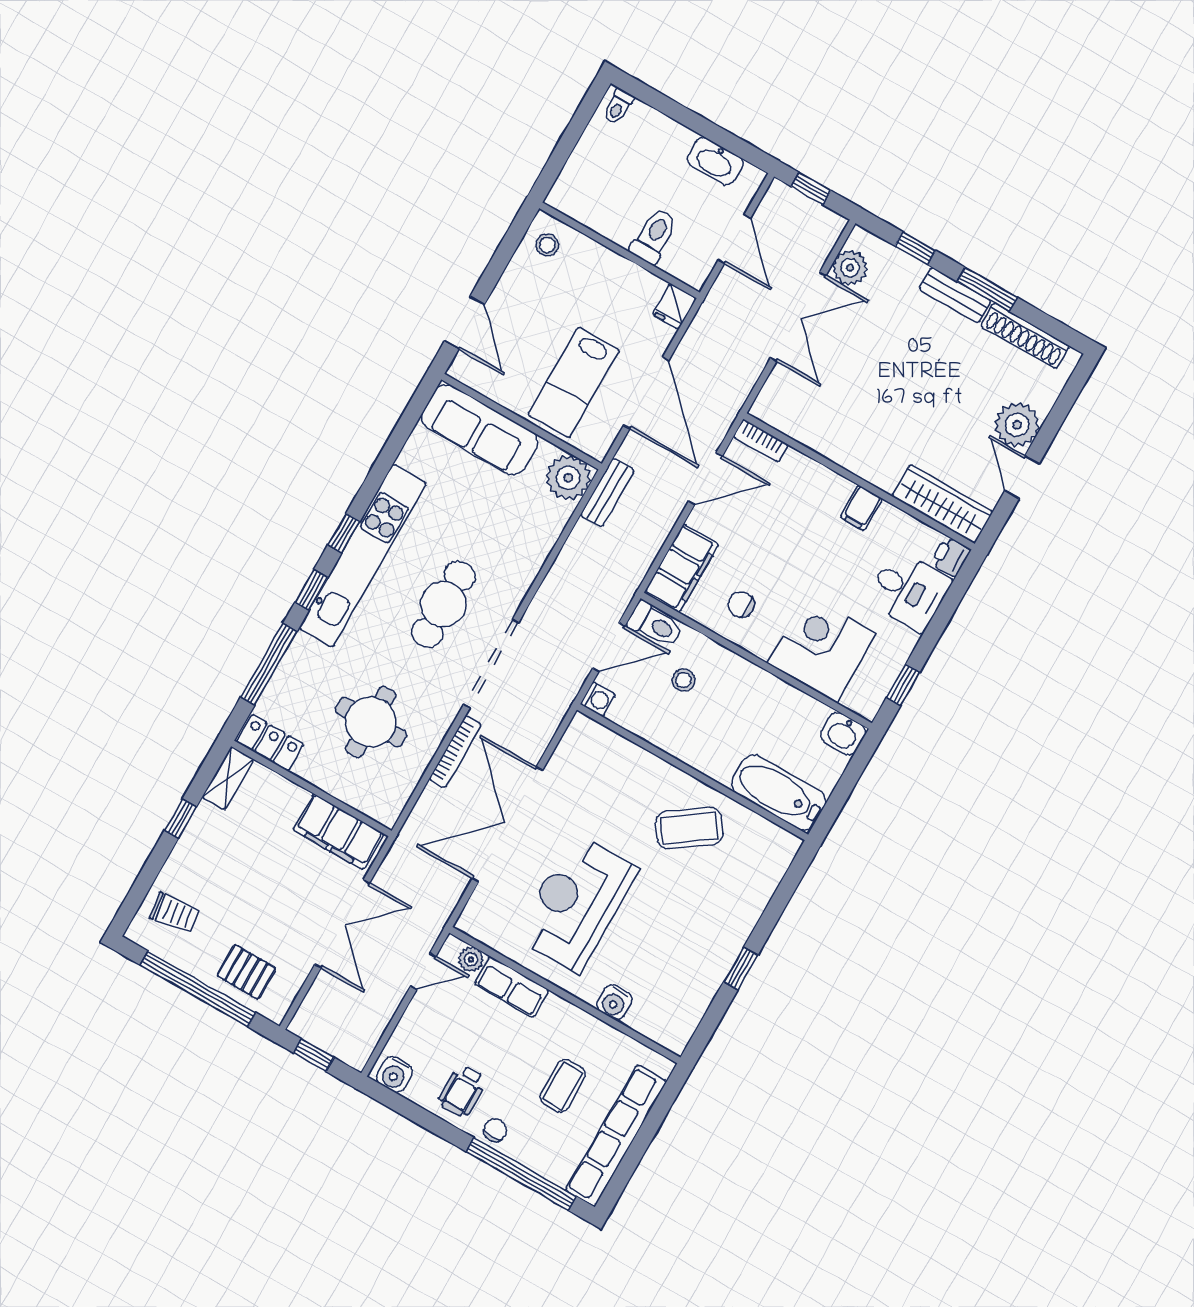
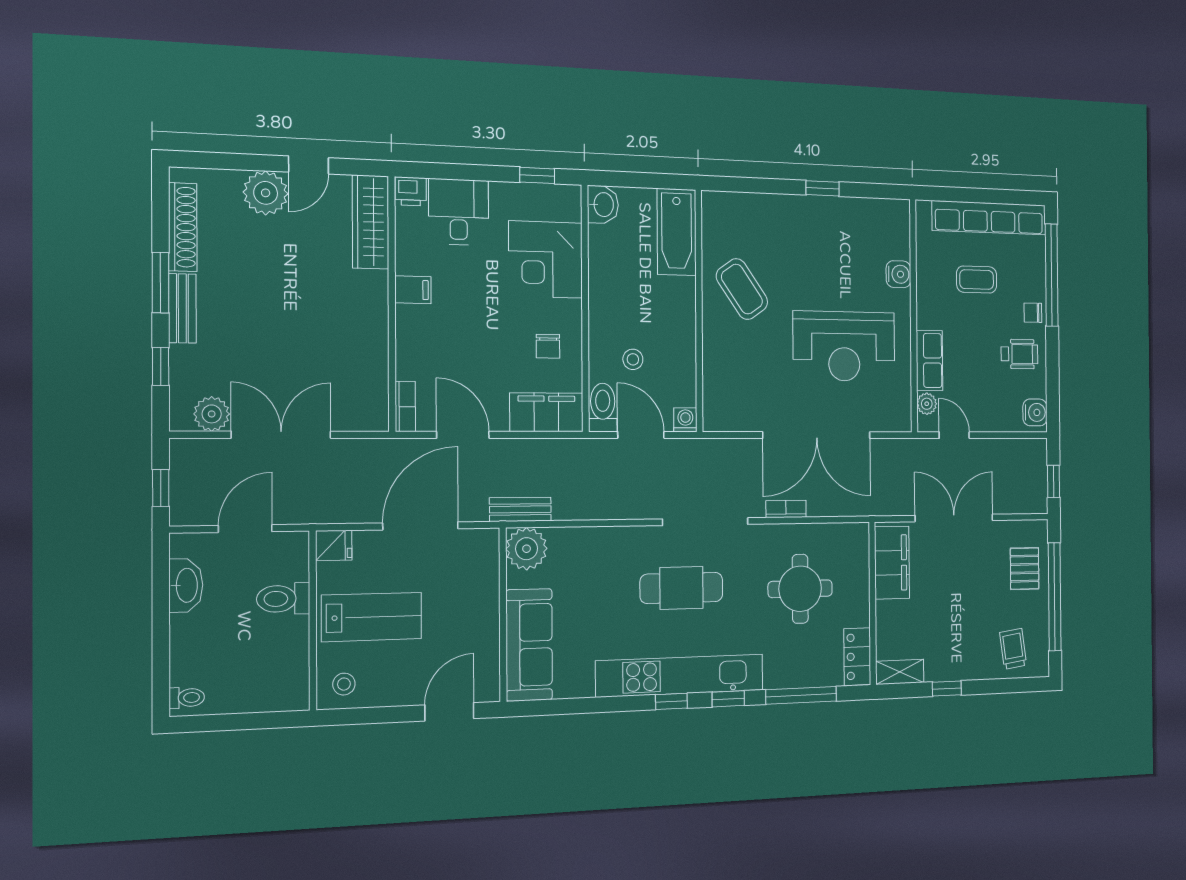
lab bench: (574, 382) -> (372, 617), moved
bookcase: (455, 752) -> (786, 509), width x0.64

